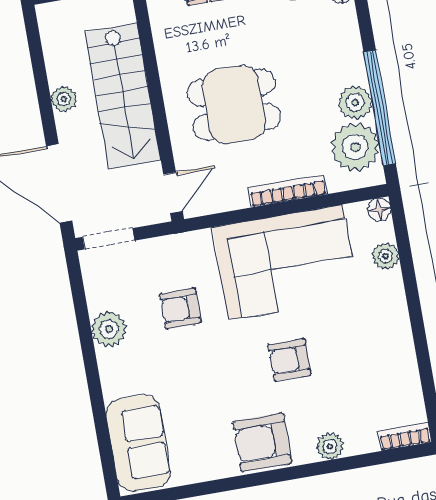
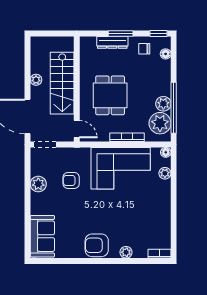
dining table: (234, 105) -> (110, 95), turned 90
door: (173, 193) -> (77, 129), hinge flipped
armchair: (289, 360) -> (115, 211), removed

